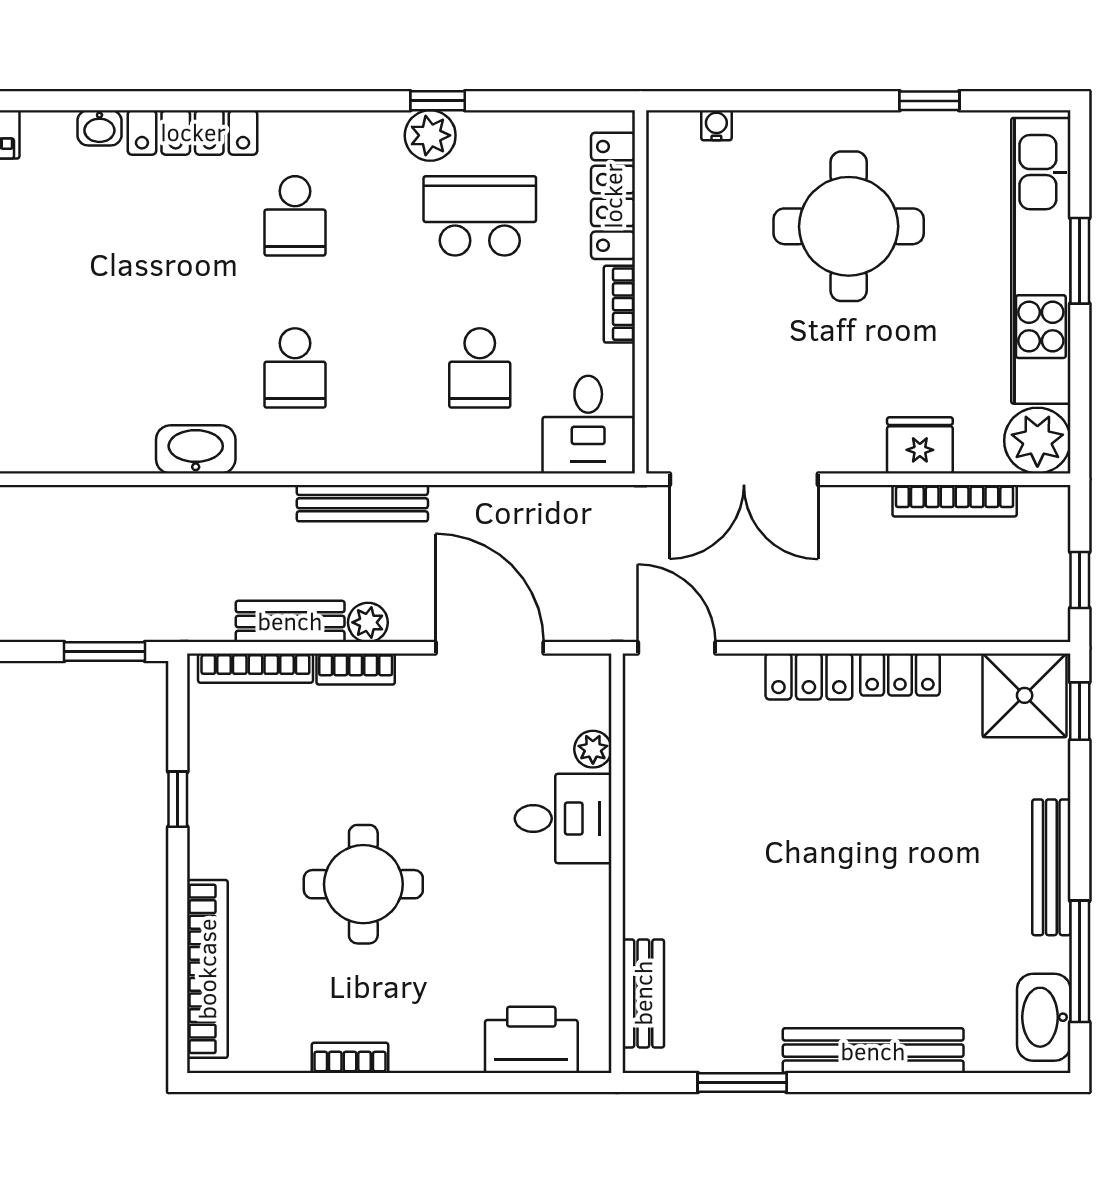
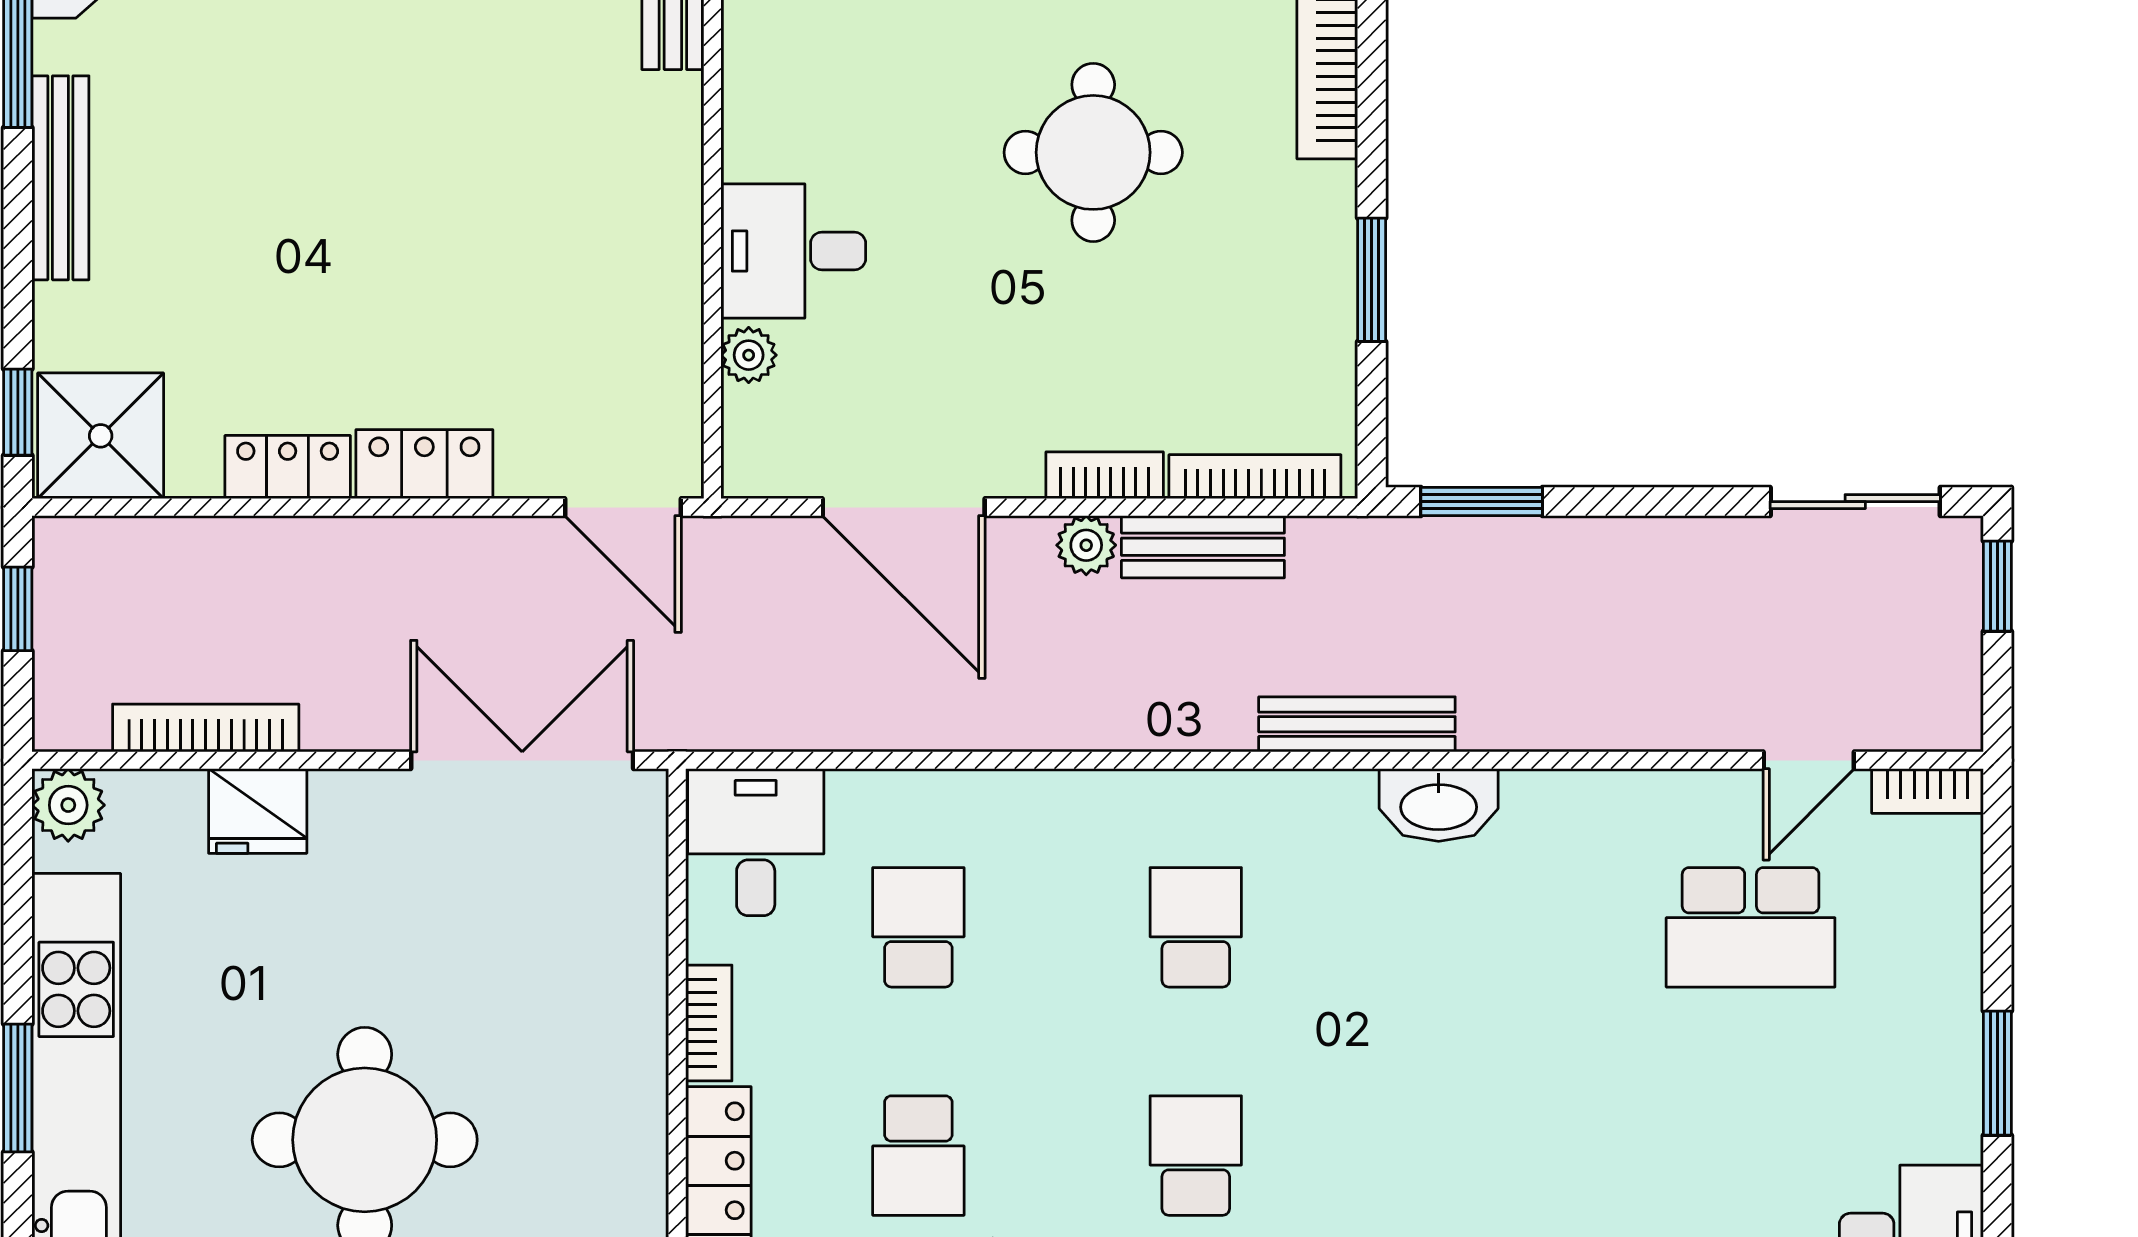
school desk: (480, 216) -> (918, 1156), width x0.54
plant: (1037, 441) -> (68, 805), width x0.73, depth x0.73
washbasin: (196, 449) -> (1439, 805), moved
bench: (362, 503) -> (1357, 724), moved
window: (178, 799) -> (1372, 280), width x1.50

